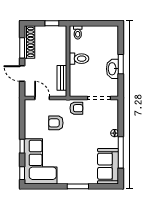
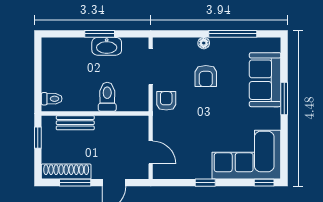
toilet: (79, 59) -> (107, 97), moved
bench: (62, 78) -> (75, 123), moved
door: (42, 98) -> (151, 152), swing flipped
armchair: (56, 123) -> (206, 76), moved
window: (22, 146) -> (205, 183), moved
sofa: (108, 166) -> (265, 80), moved, turned 90

